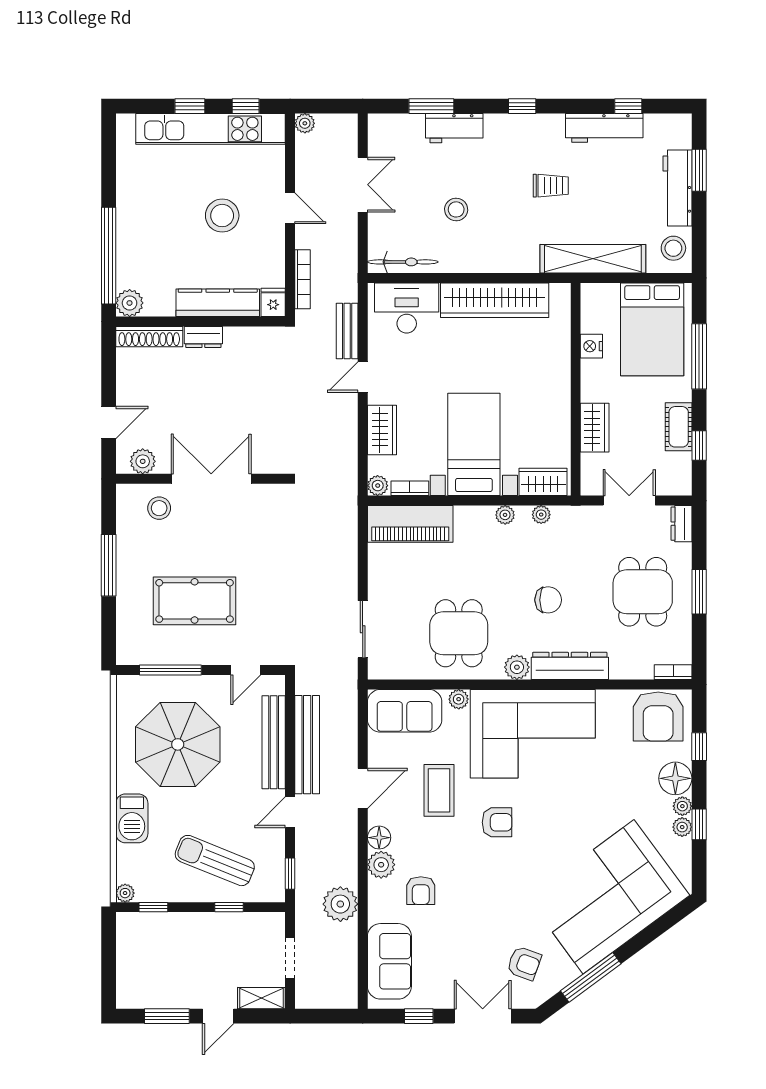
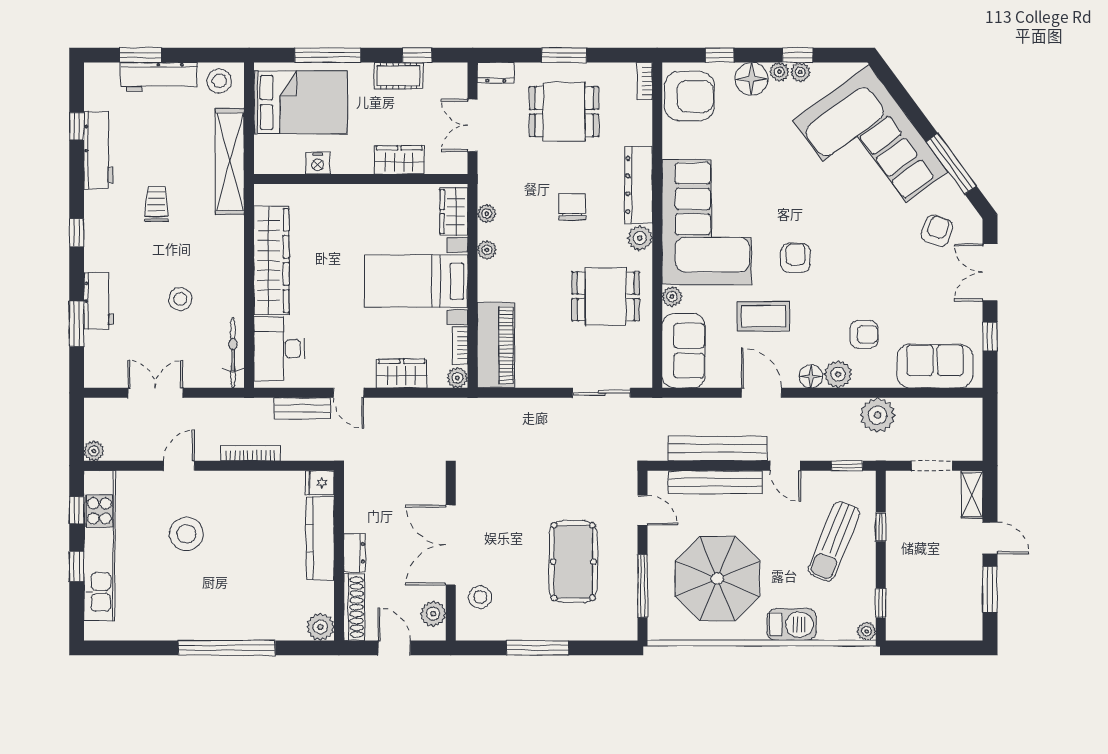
fridge: (273, 302) -> (320, 483), moved
plant: (130, 303) -> (320, 627), moved
kitchen counter: (218, 303) -> (320, 538), moved
wall: (201, 322) -> (339, 556), moved
shoe rack: (149, 337) -> (354, 607), moved
dresser: (203, 337) -> (355, 553), moved

